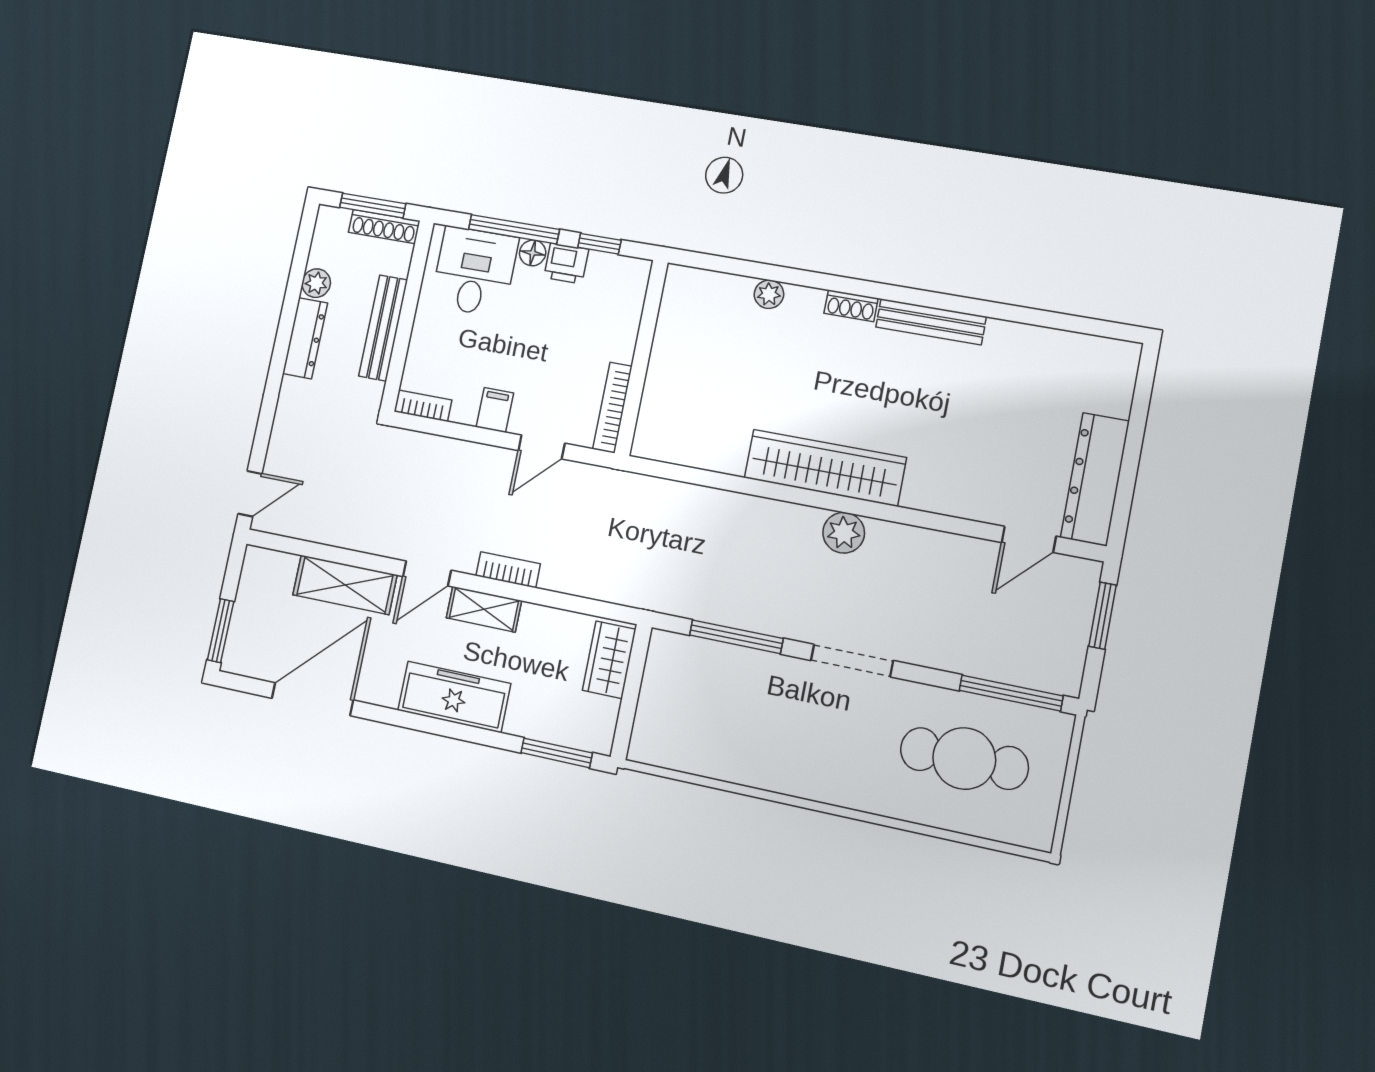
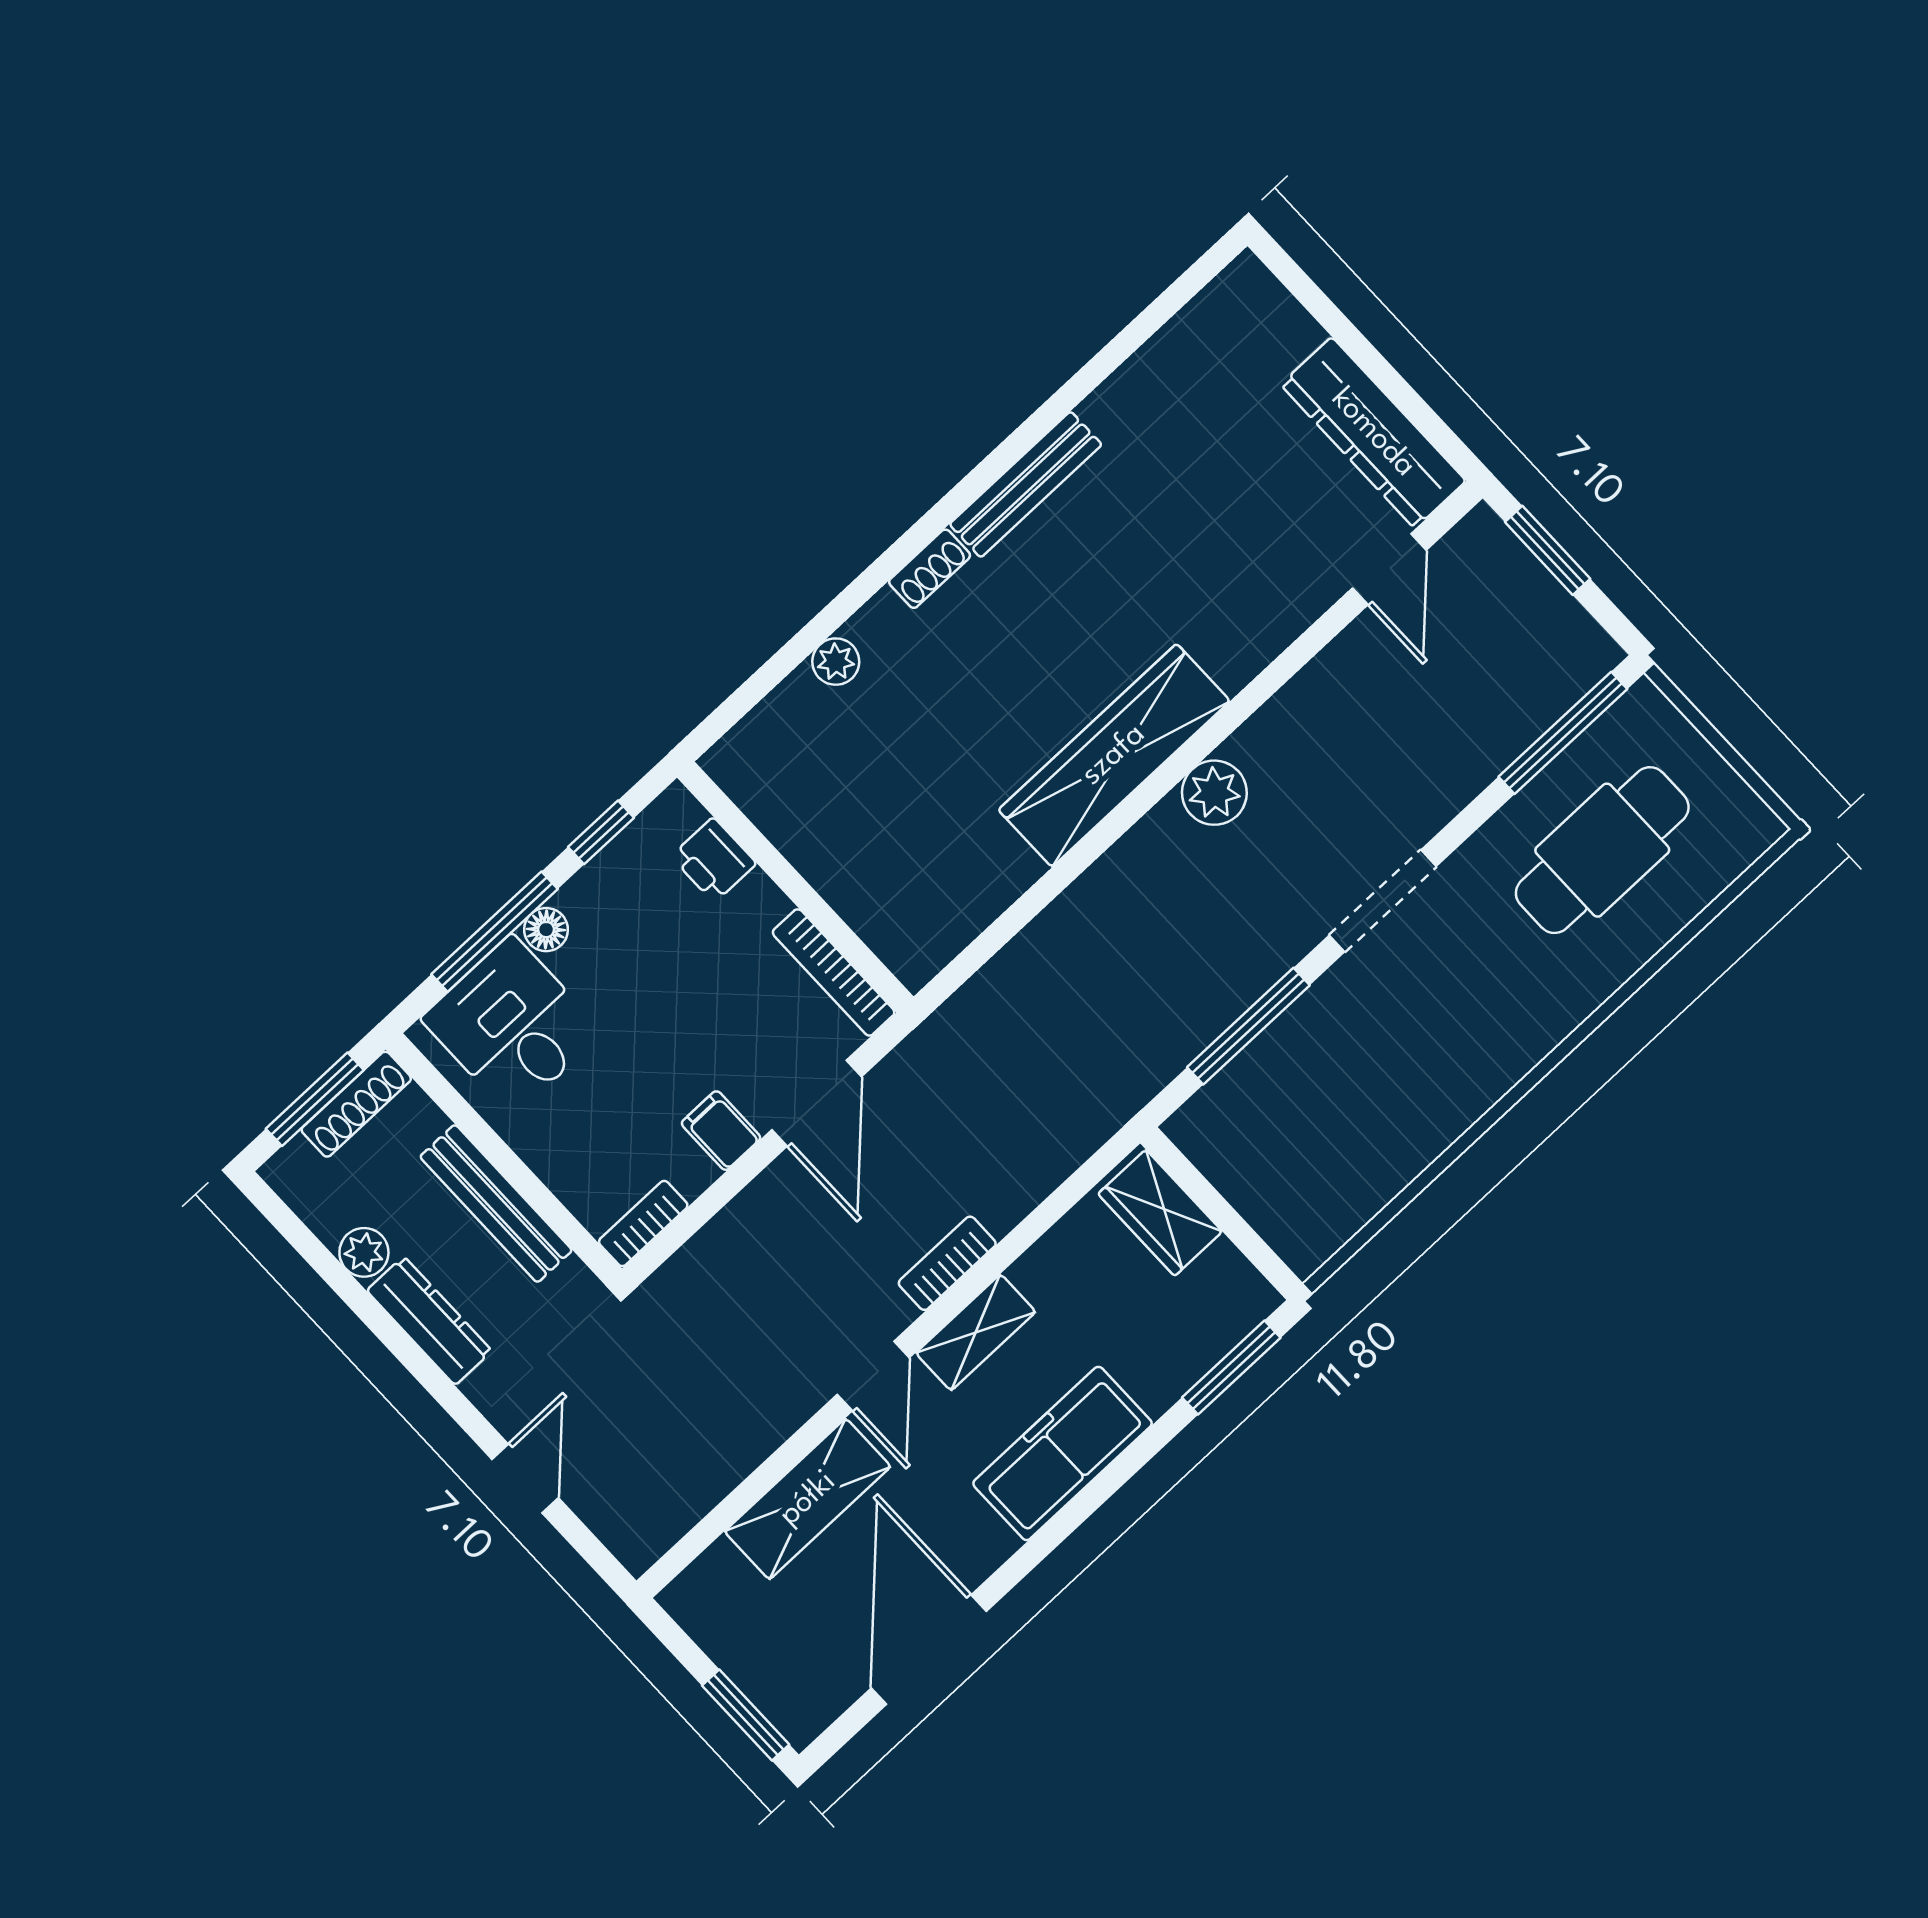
printer: (566, 263) -> (714, 860), moved, turned 90
door: (542, 447) -> (817, 1103), width x1.38
door: (250, 494) -> (525, 1478), moved

